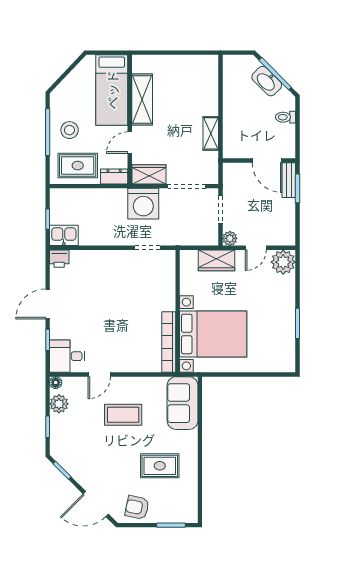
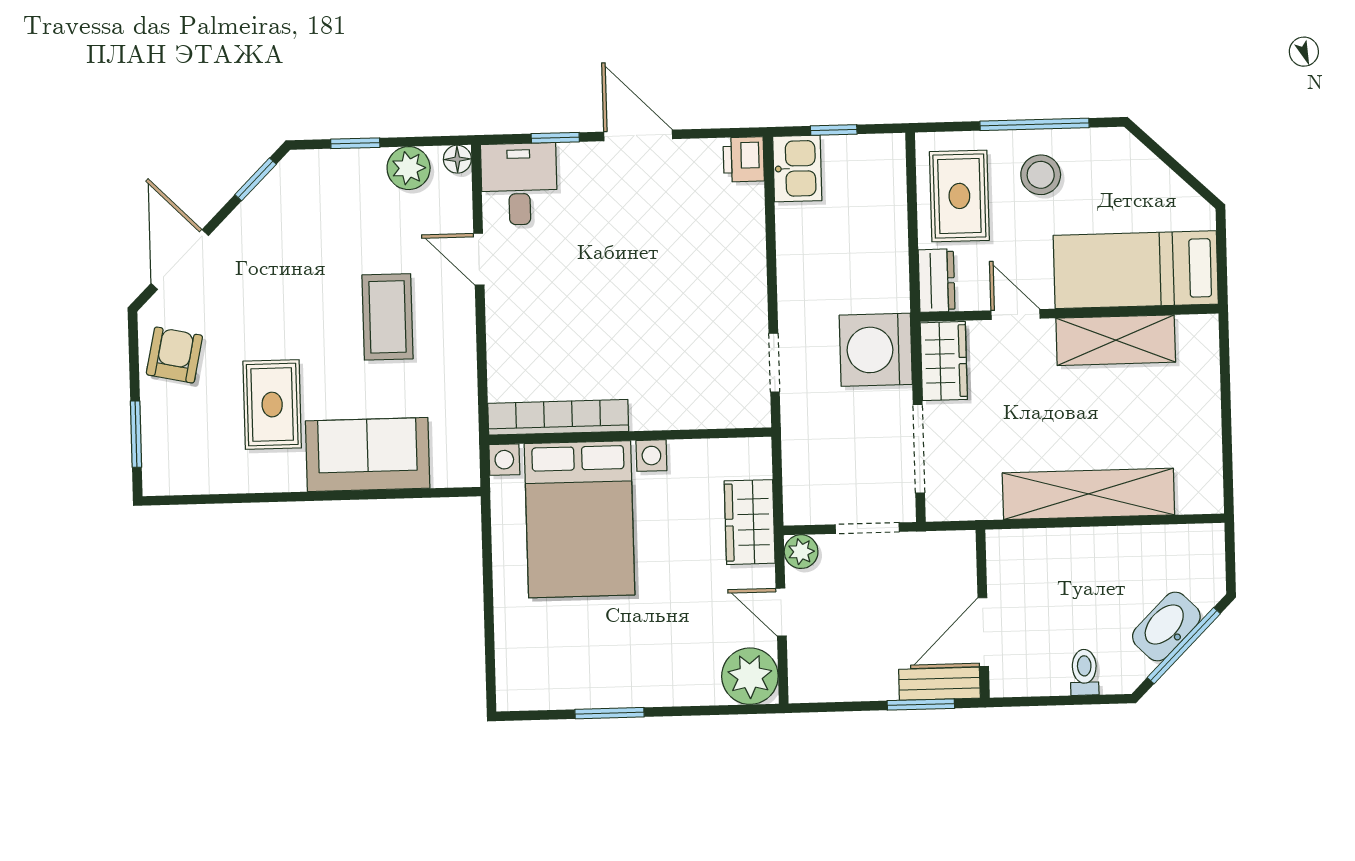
shelving: (211, 133) -> (1088, 494), width x2.20, depth x1.33
sofa: (183, 403) -> (368, 455), moved

